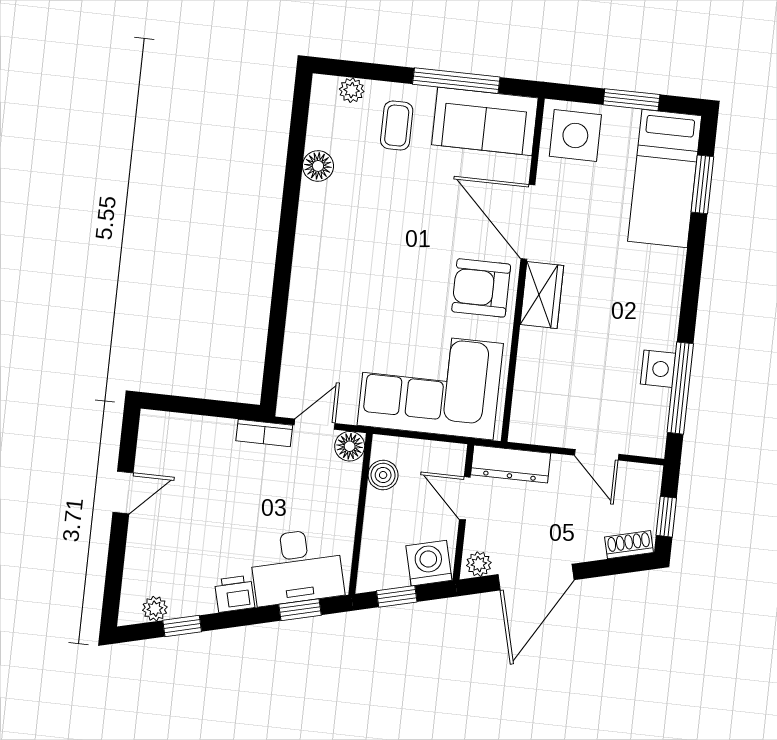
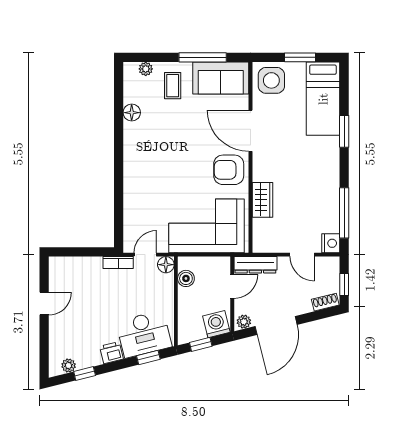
window: (702, 184) -> (344, 131), moved
wardrobe: (542, 295) -> (262, 200), moved
nightstand: (658, 369) -> (331, 243), moved
door: (465, 498) -> (232, 286), swing flipped

